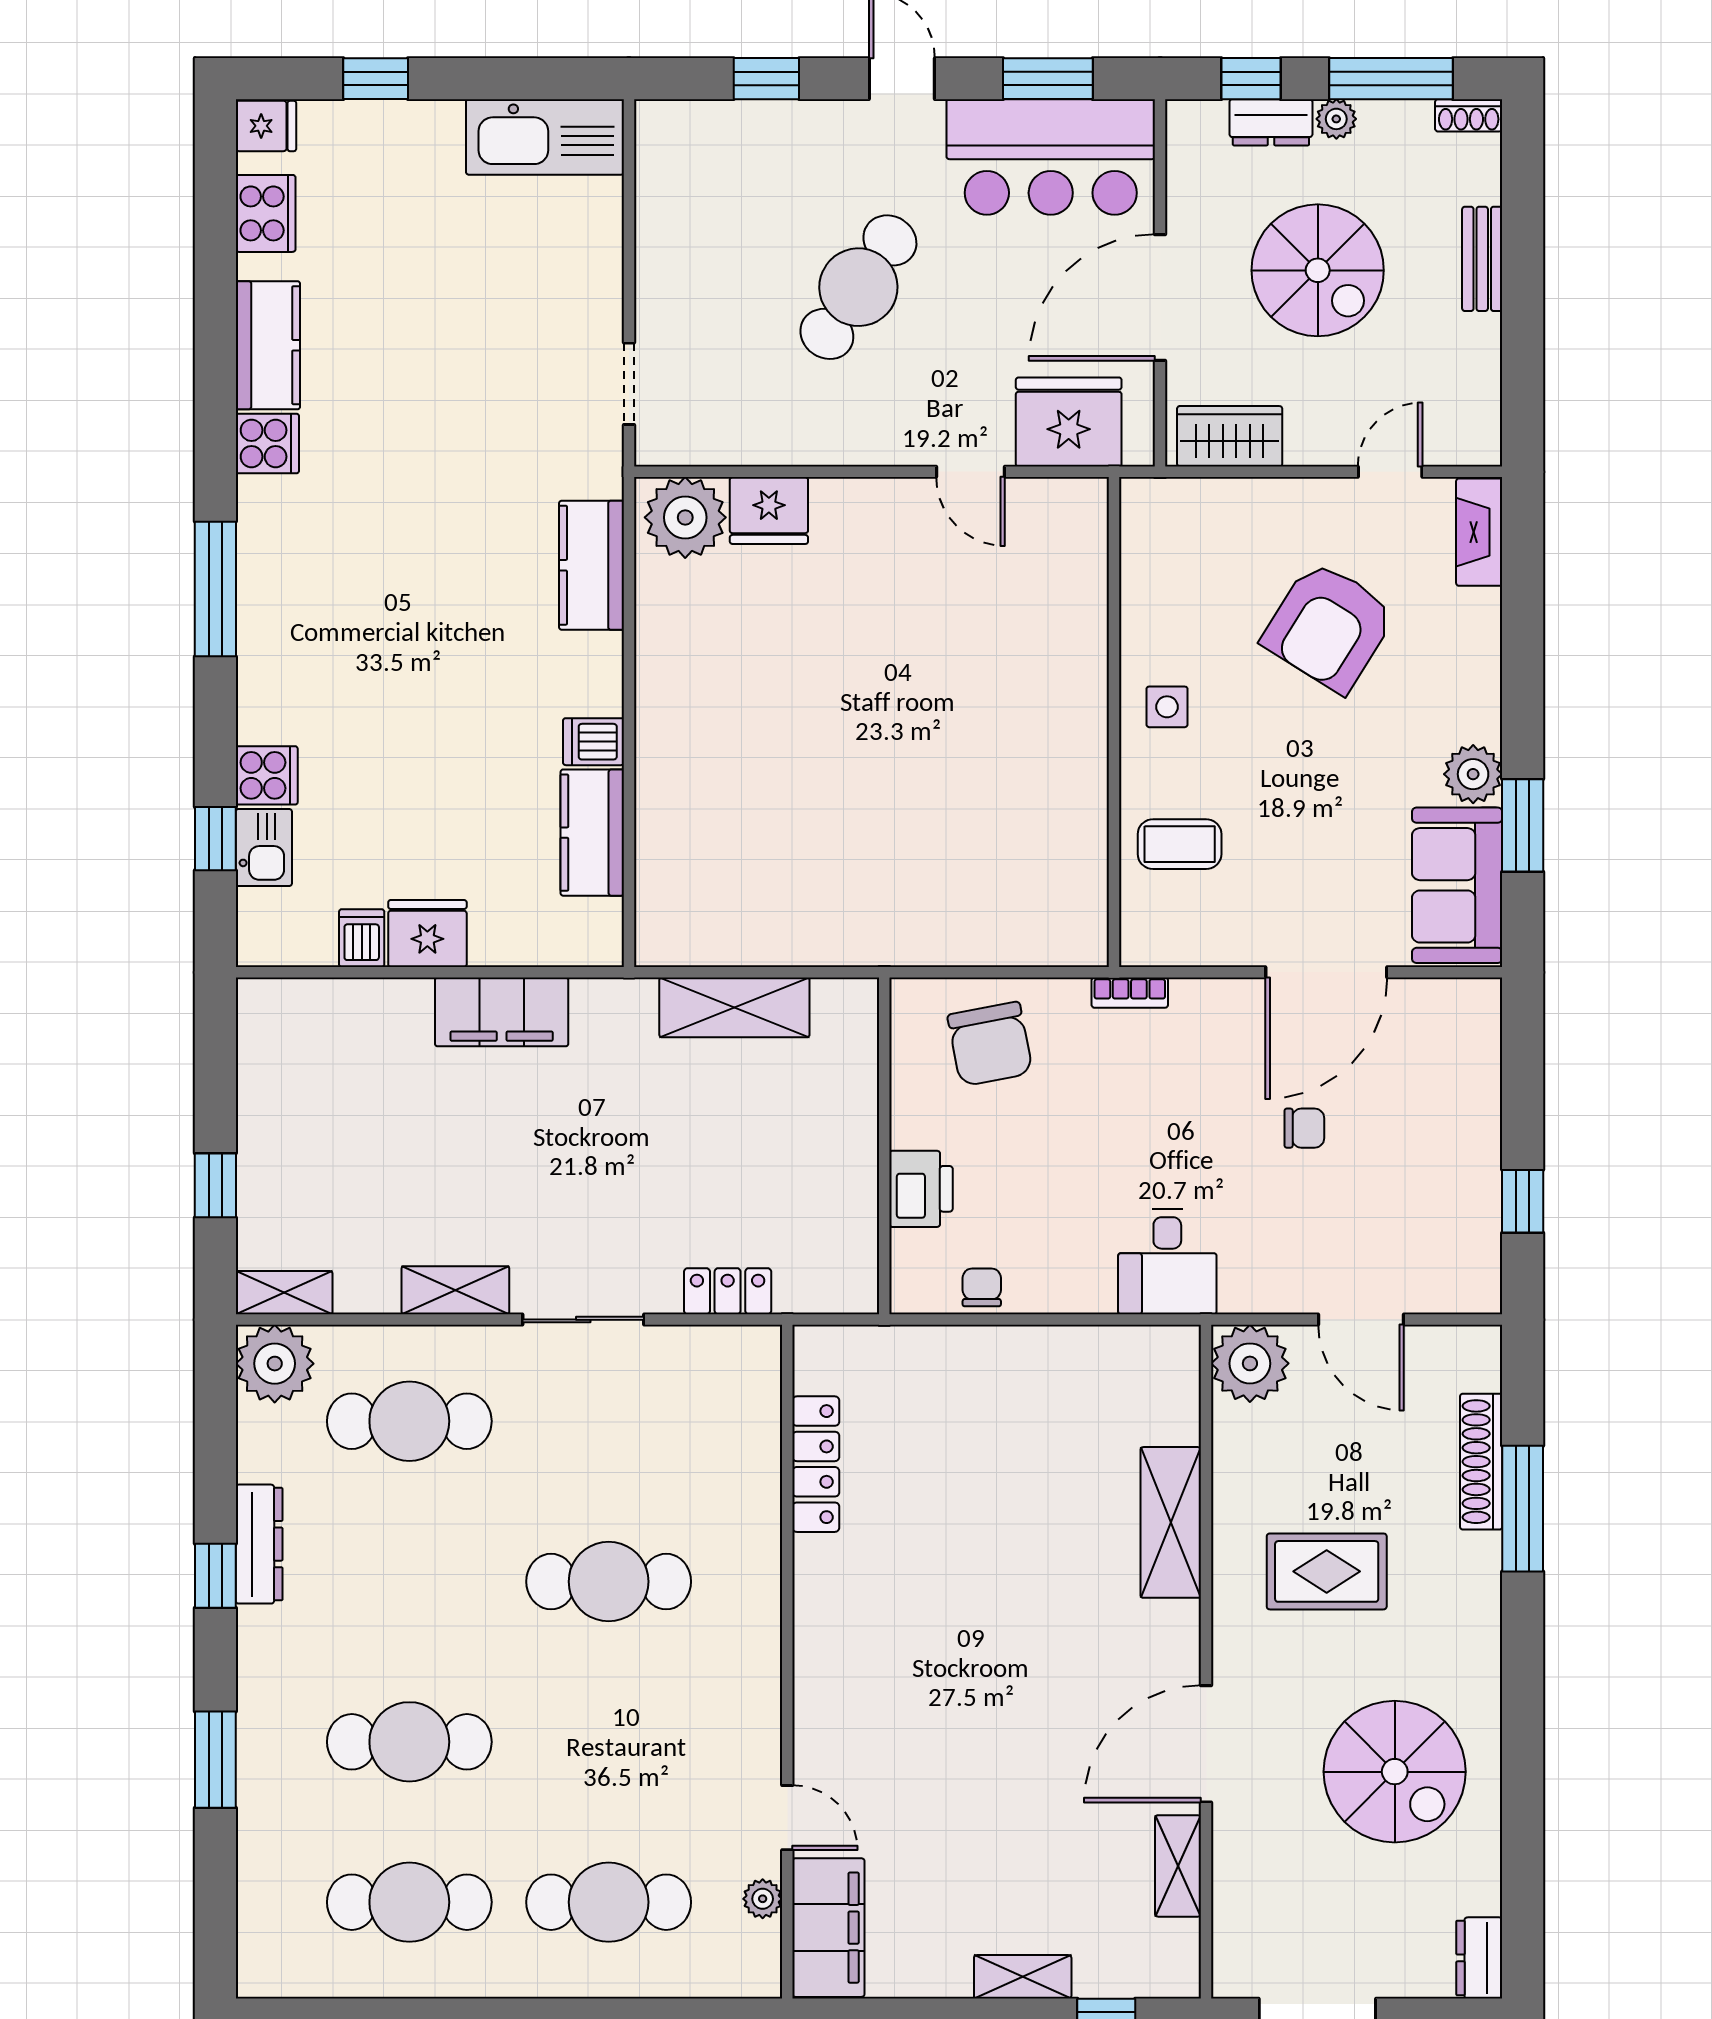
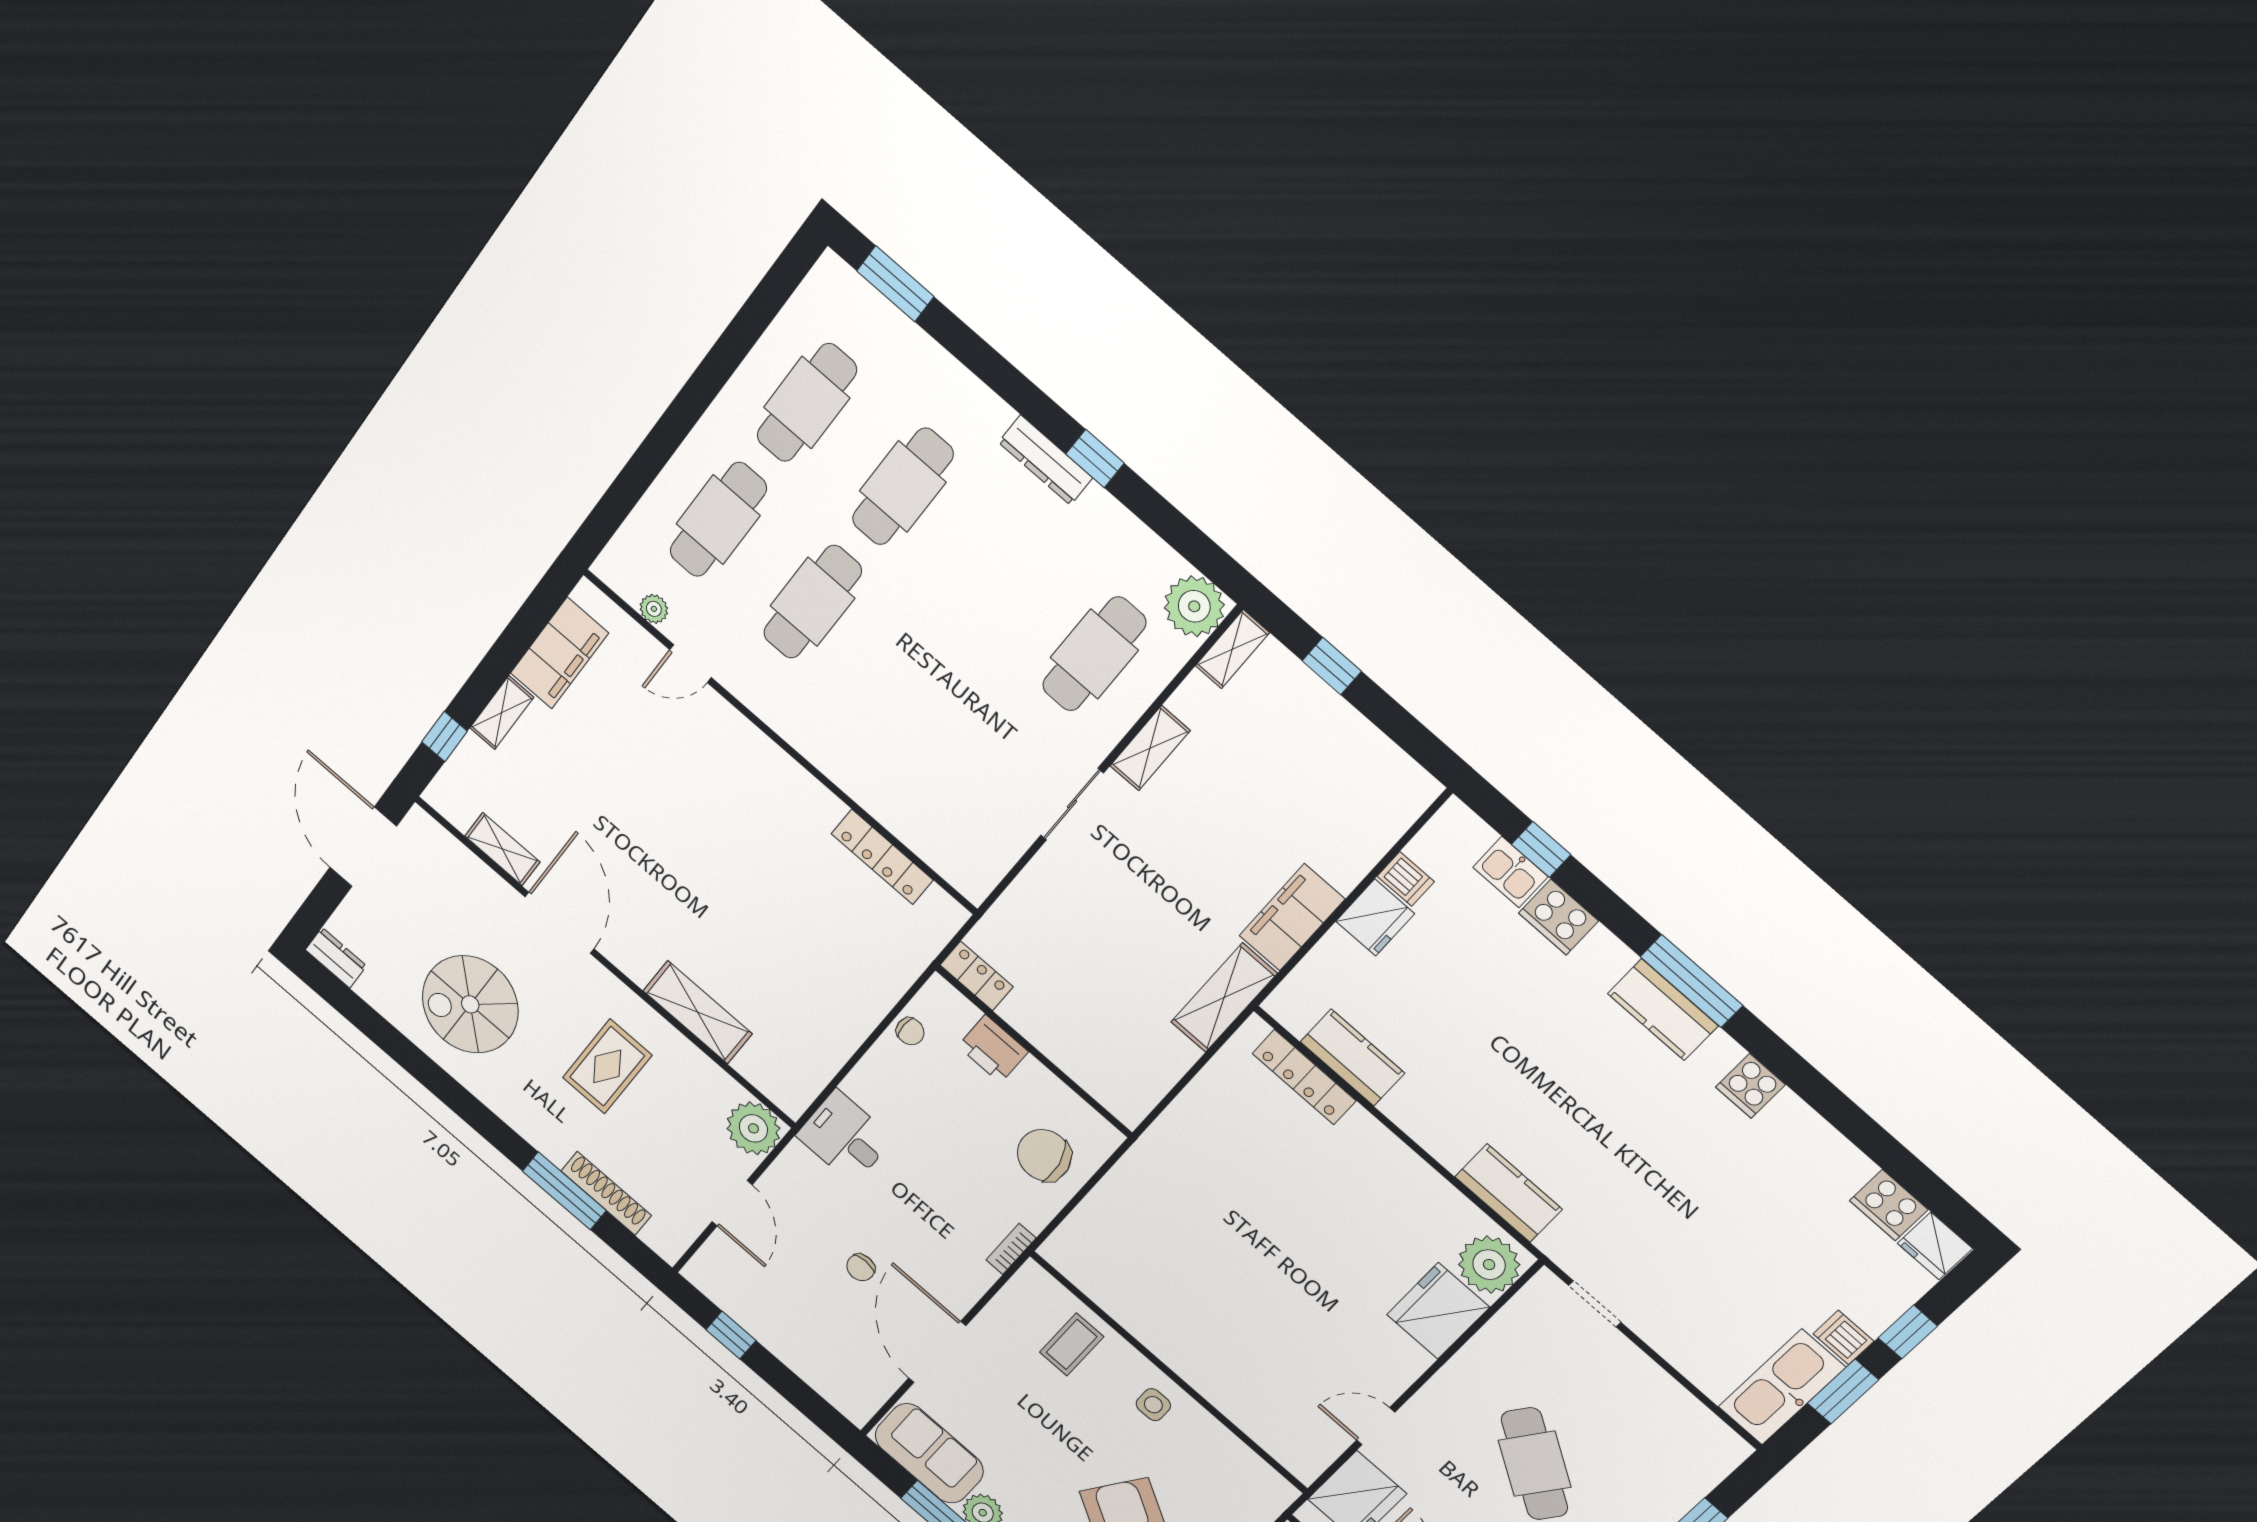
window: (494, 79) -> (1843, 1391), added
fridge: (266, 126) -> (1935, 1246), width x1.38
kitchen counter: (268, 345) -> (1663, 1010), moved
fridge: (769, 511) -> (1438, 1311), width x1.36, depth x1.34
dishwasher: (593, 742) -> (1843, 1338), moved, turned -90
cooker: (267, 775) -> (1559, 917), width x1.36
locker: (657, 861) -> (1304, 1077), added
shelving: (734, 1007) -> (1224, 998), moved
locker: (728, 1291) -> (977, 976), moved, turned -90
door: (1361, 1320) -> (732, 1203), swing flipped
dresser: (259, 1544) -> (1045, 460), moved
cafe table: (609, 1582) -> (813, 602), moved
window: (215, 1760) -> (895, 284), moved
filing cabinet: (828, 1928) -> (559, 653), moved, turned -90

